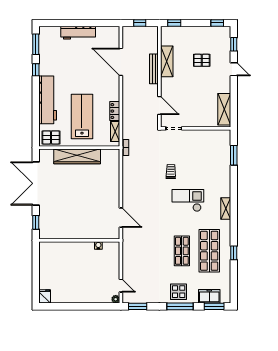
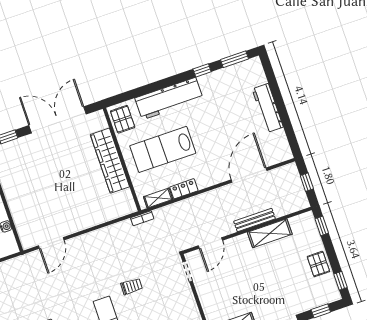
pallet: (202, 60) -> (318, 264), moved
lab bench: (82, 117) -> (163, 149), turned 180

